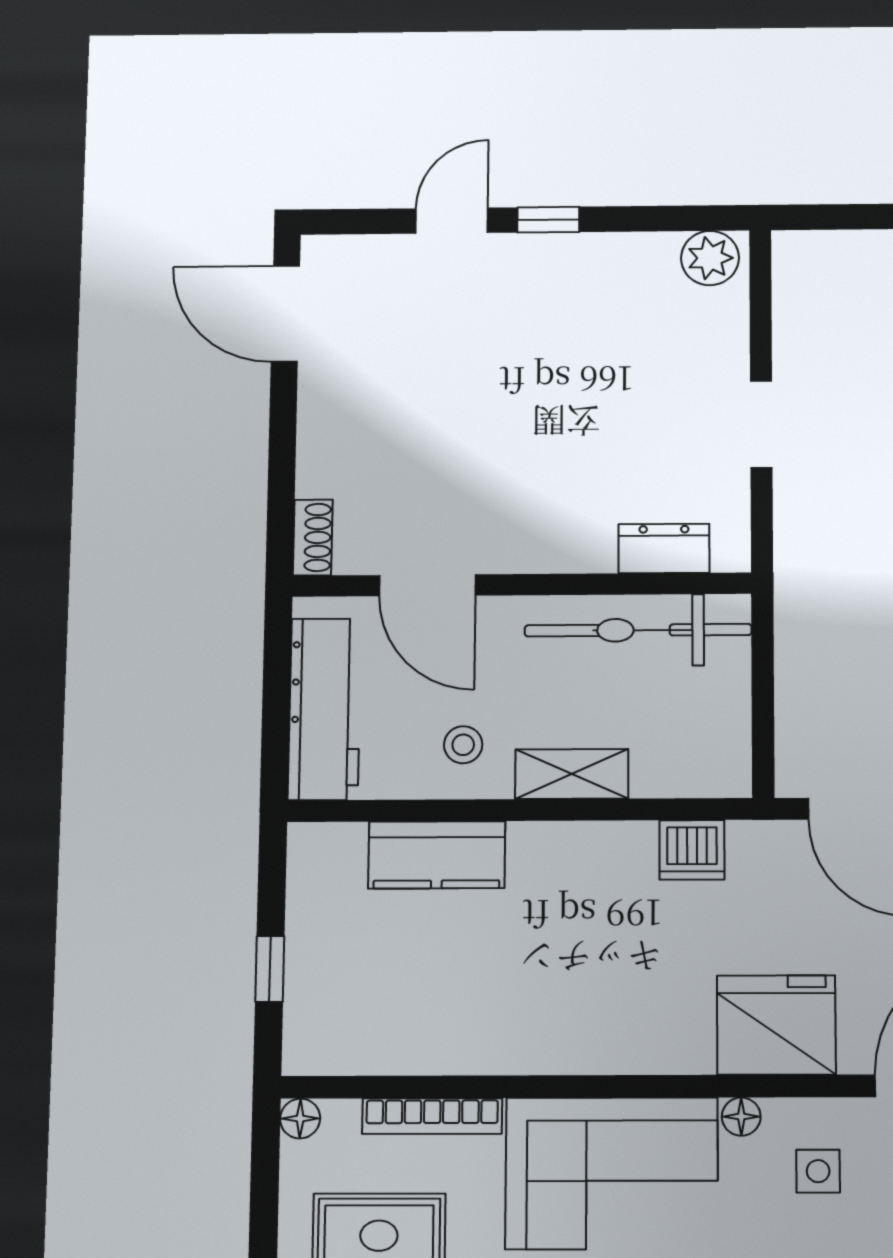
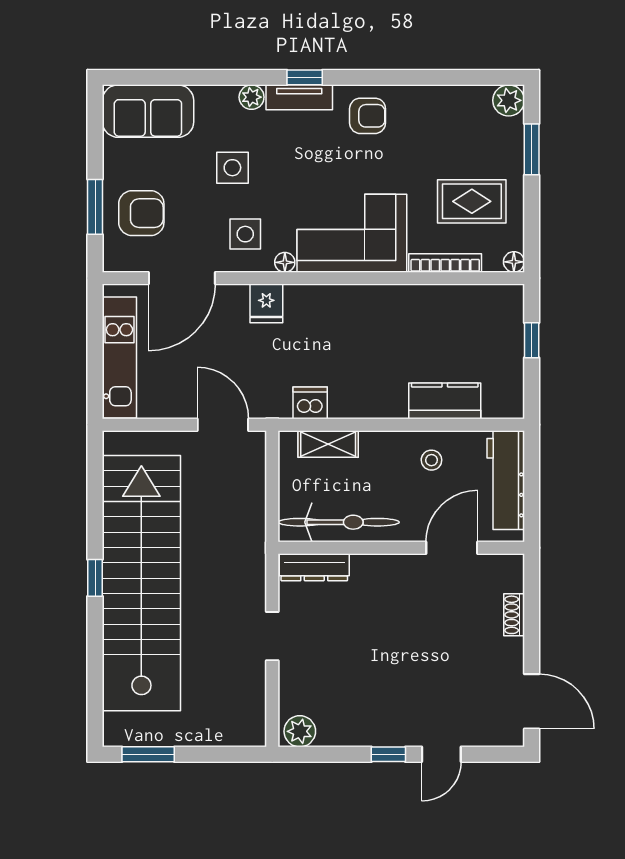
shoe rack: (313, 537) -> (514, 615), moved
dresser: (664, 548) -> (314, 567), width x1.44
door: (427, 585) -> (452, 548), hinge flipped
shelving: (572, 774) -> (328, 444), moved
fridge: (776, 1025) -> (266, 303), width x0.53, depth x0.75
side table: (818, 1171) -> (245, 234), width x1.37, depth x1.37

